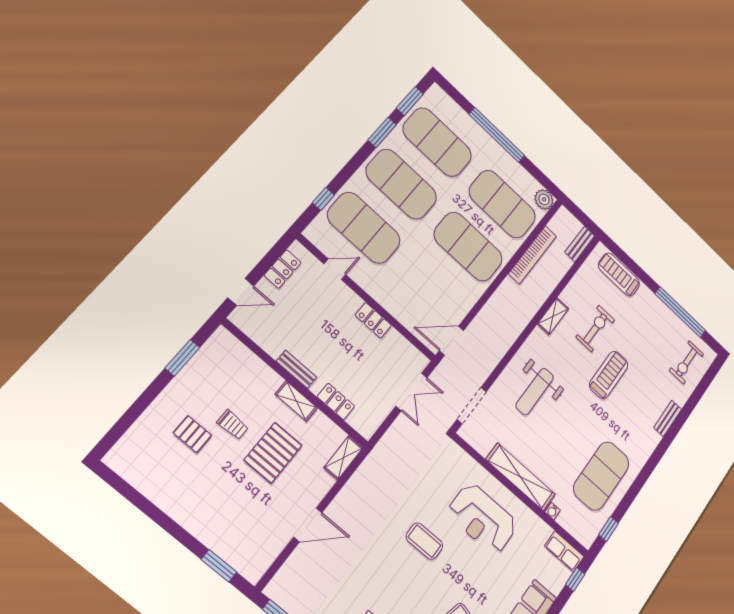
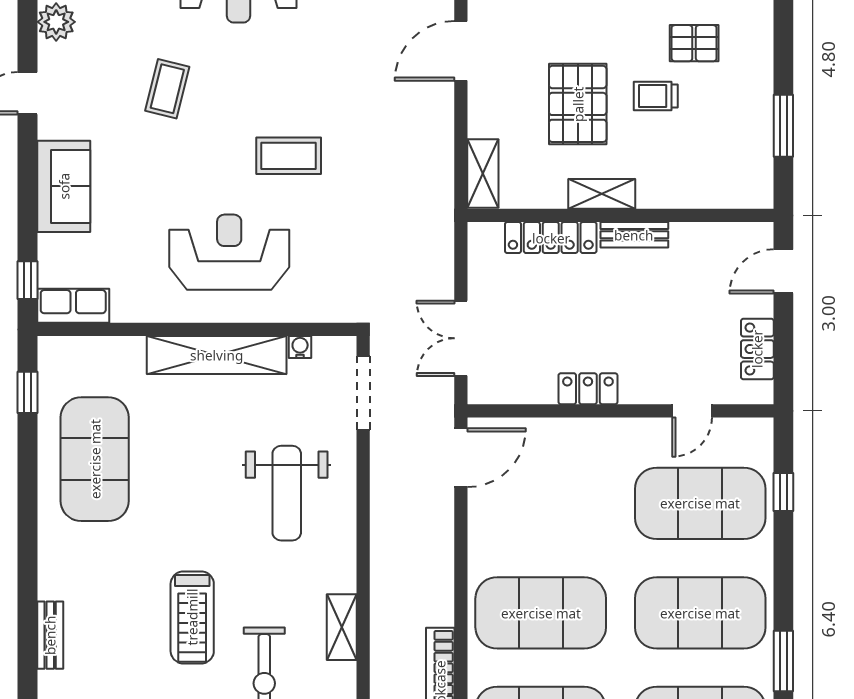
weight bench: (535, 391) -> (287, 493), turned 180
locker: (336, 401) -> (551, 238), width x1.53
water cooler: (552, 511) -> (300, 347), moved

